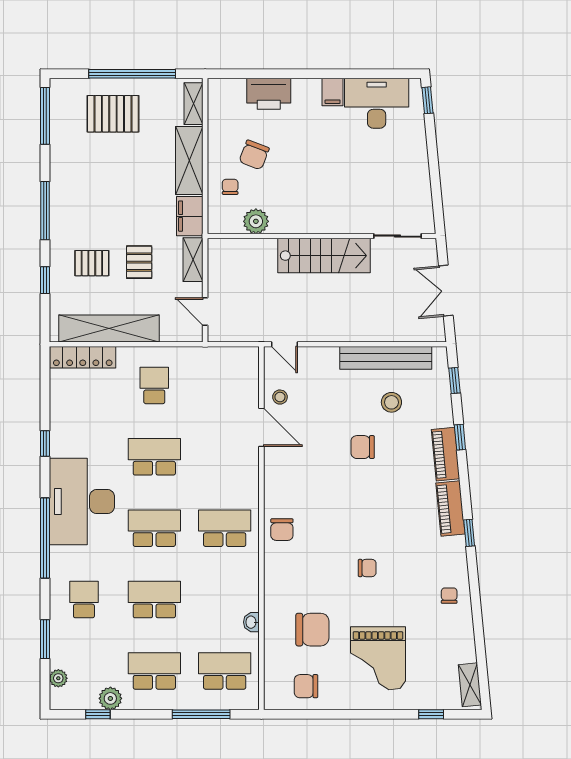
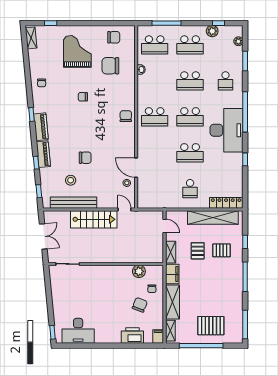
filing cabinet: (333, 92) -> (158, 336), moved
stairs: (324, 256) -> (94, 219), moved, turned 180

